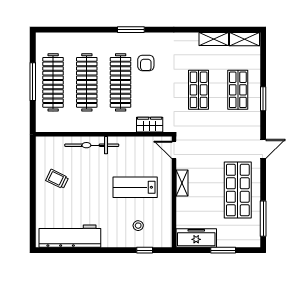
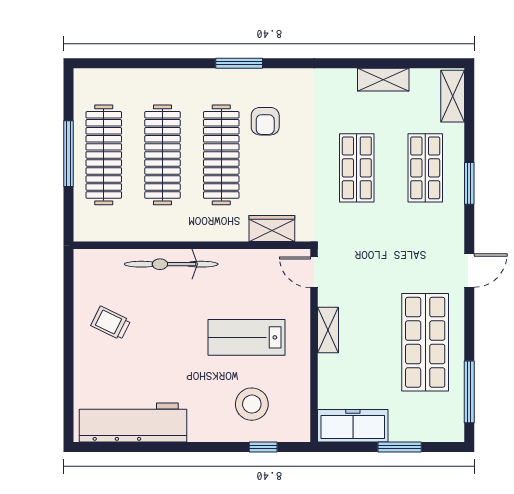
shelving: (244, 39) -> (453, 96), moved, turned 90
stool: (138, 226) -> (252, 404), width x1.89, depth x1.89

